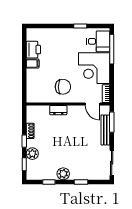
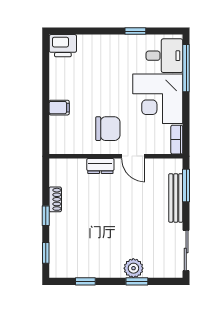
printer: (33, 50) -> (63, 46), moved, turned 90
filing cabinet: (33, 64) -> (59, 108), moved
door: (93, 104) -> (133, 156), moved
plant: (32, 154) -> (59, 236), removed
plant: (63, 174) -> (133, 268), moved

